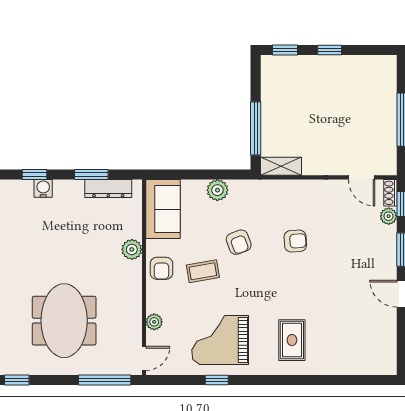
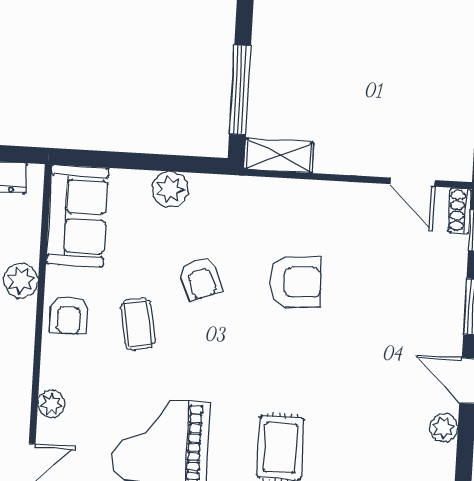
plant: (389, 216) -> (444, 428), moved
armchair: (295, 241) -> (296, 282), width x1.38, depth x1.38
coffee table: (203, 271) -> (138, 324), turned 90

